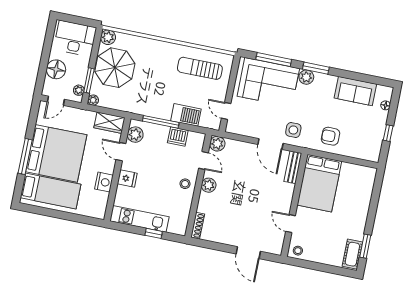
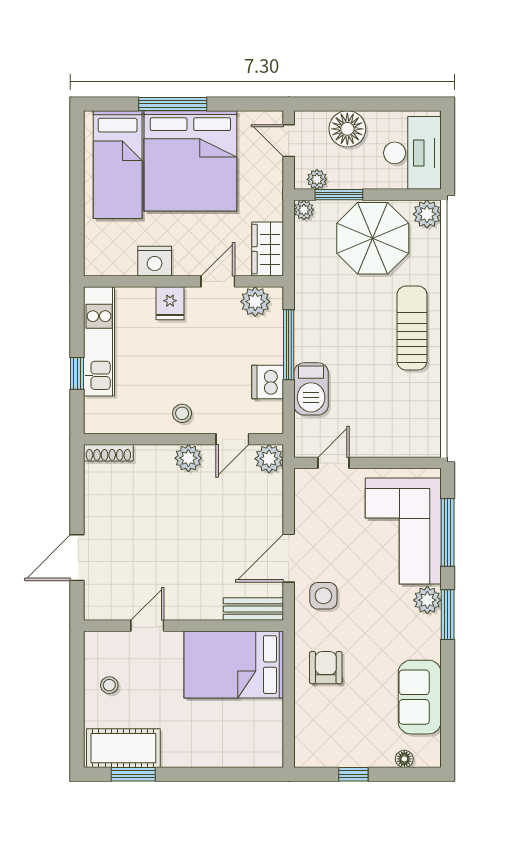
sun lounger: (200, 68) -> (412, 328), moved
stool: (298, 251) -> (109, 685), moved
cot: (352, 254) -> (123, 748), width x1.37, depth x1.34

